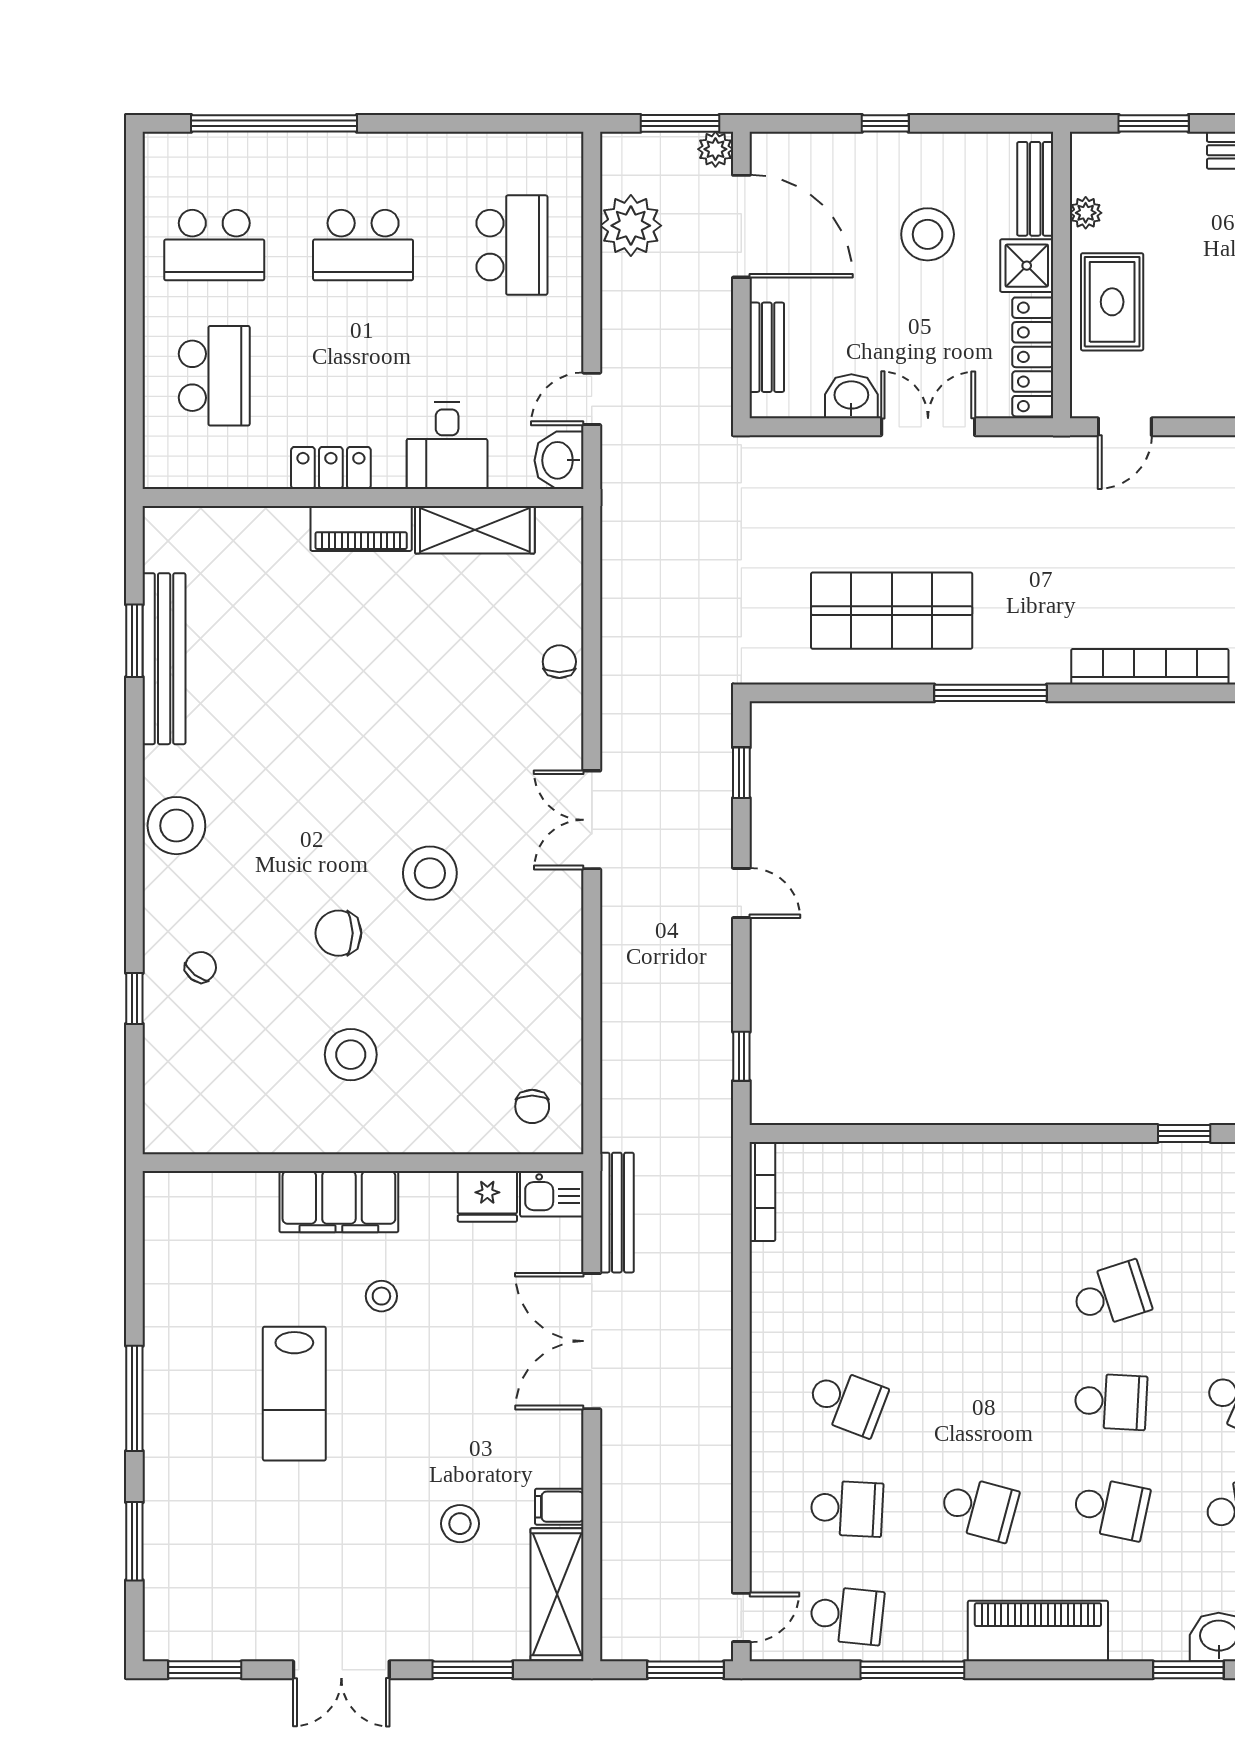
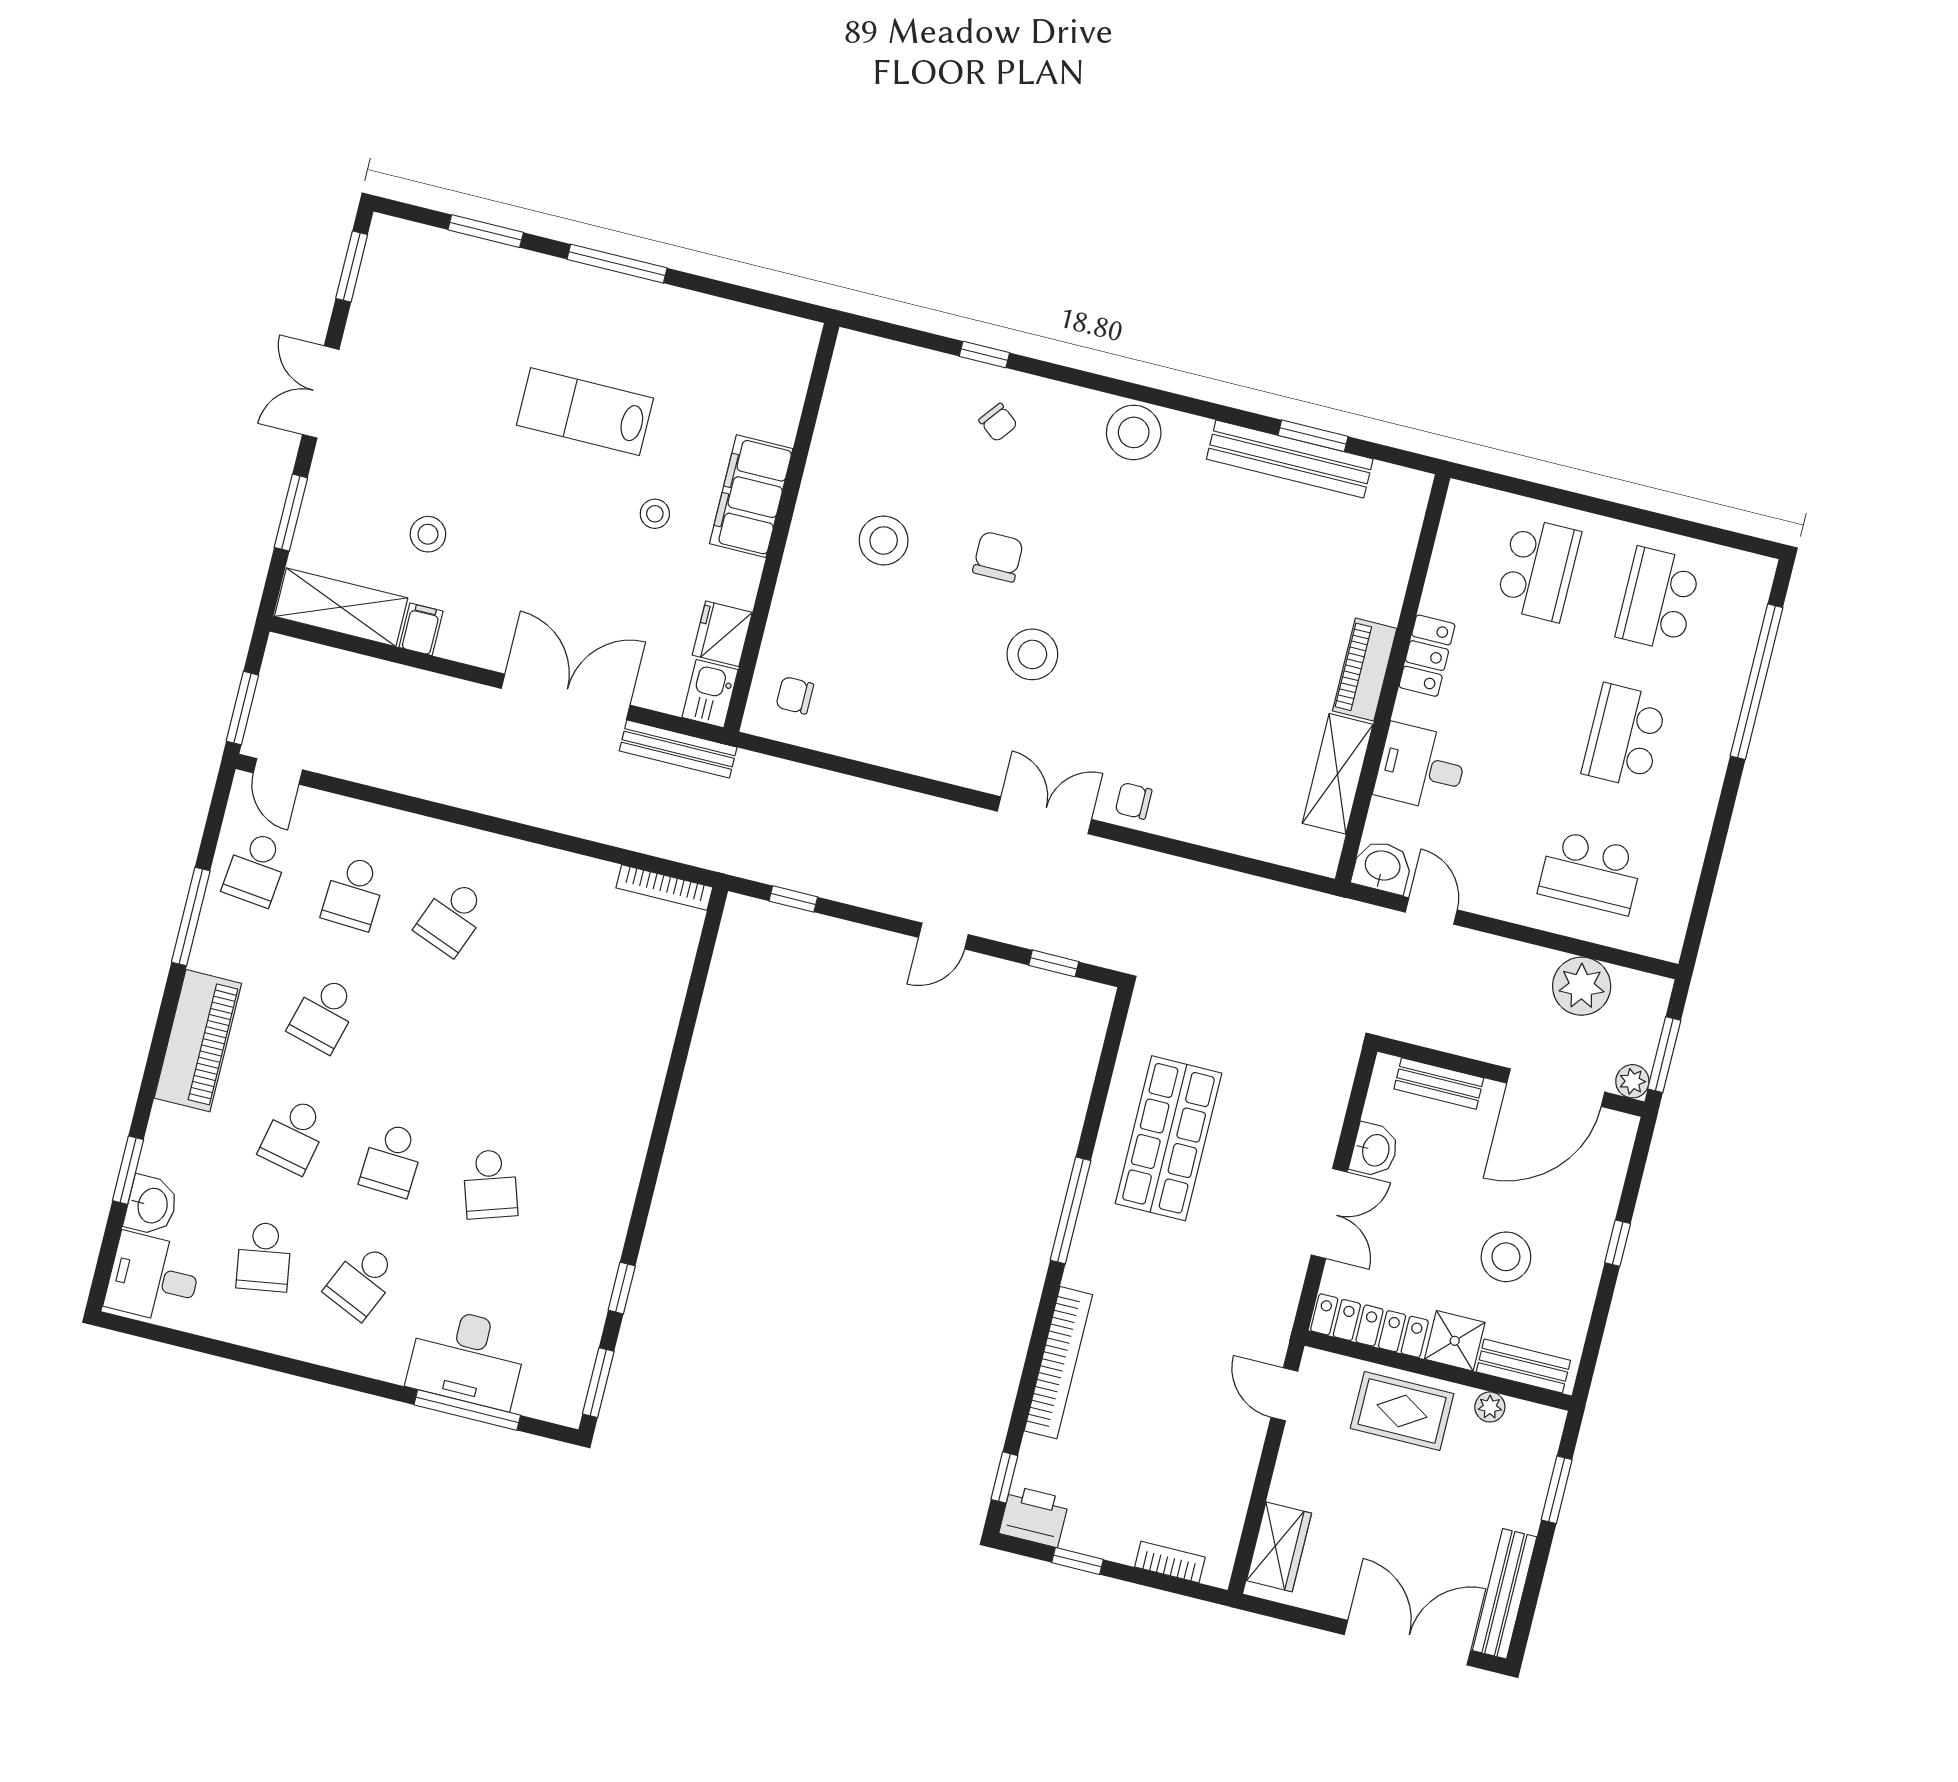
school desk: (214, 376) -> (1538, 569), turned -90
chair: (559, 662) -> (1134, 801), moved, turned 180

